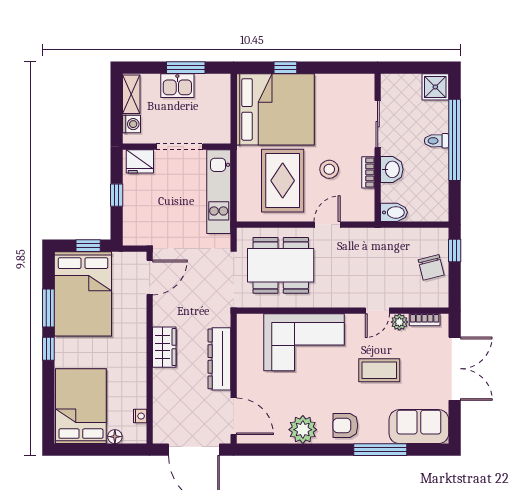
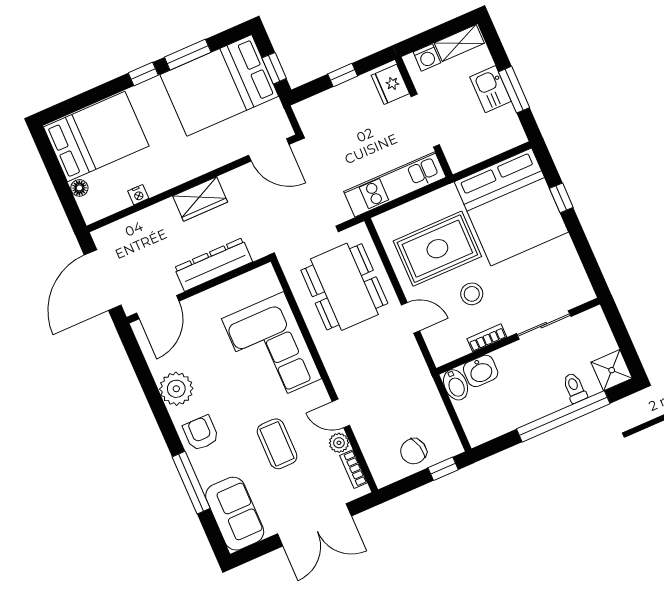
toilet: (436, 141) -> (575, 388), moved
washbasin: (392, 169) -> (481, 371), moved
nightstand: (140, 416) -> (138, 195), moved

